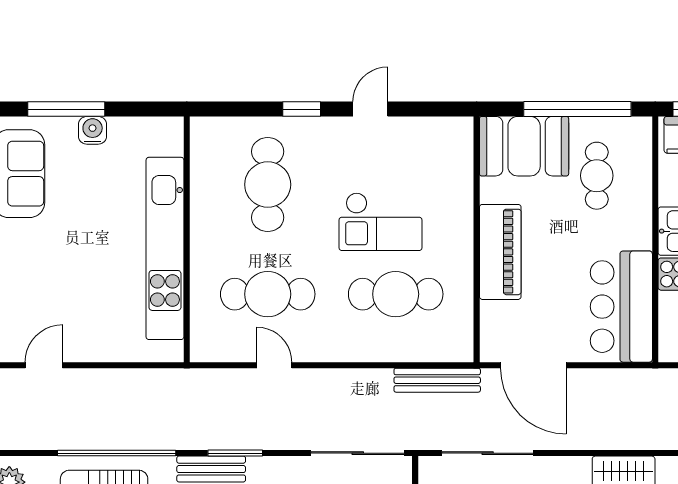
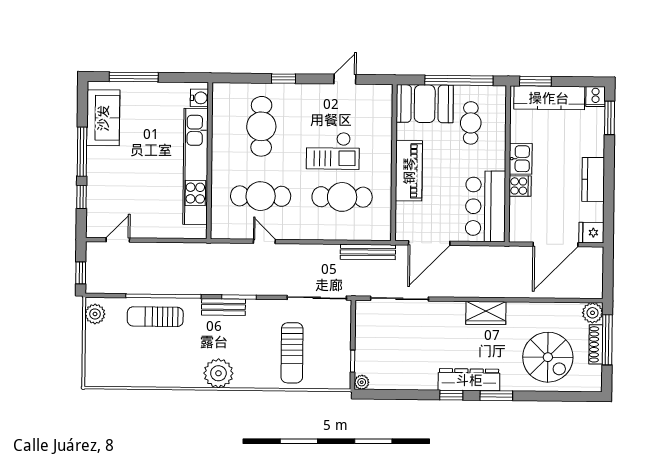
door: (370, 109) -> (345, 79), moved
water cooler: (93, 130) -> (199, 98), moved, turned 90
door: (533, 365) -> (429, 243), hinge flipped

